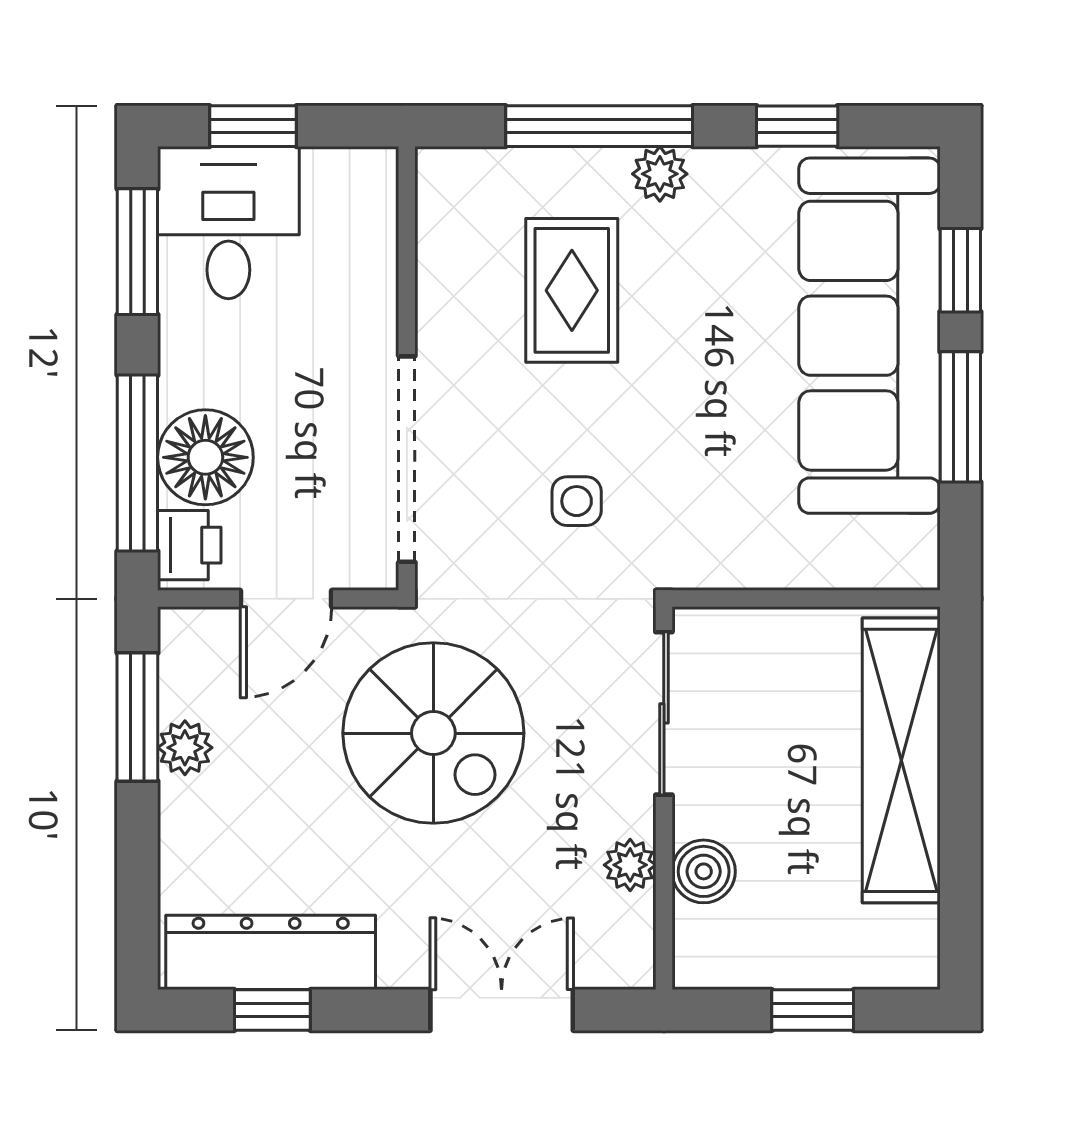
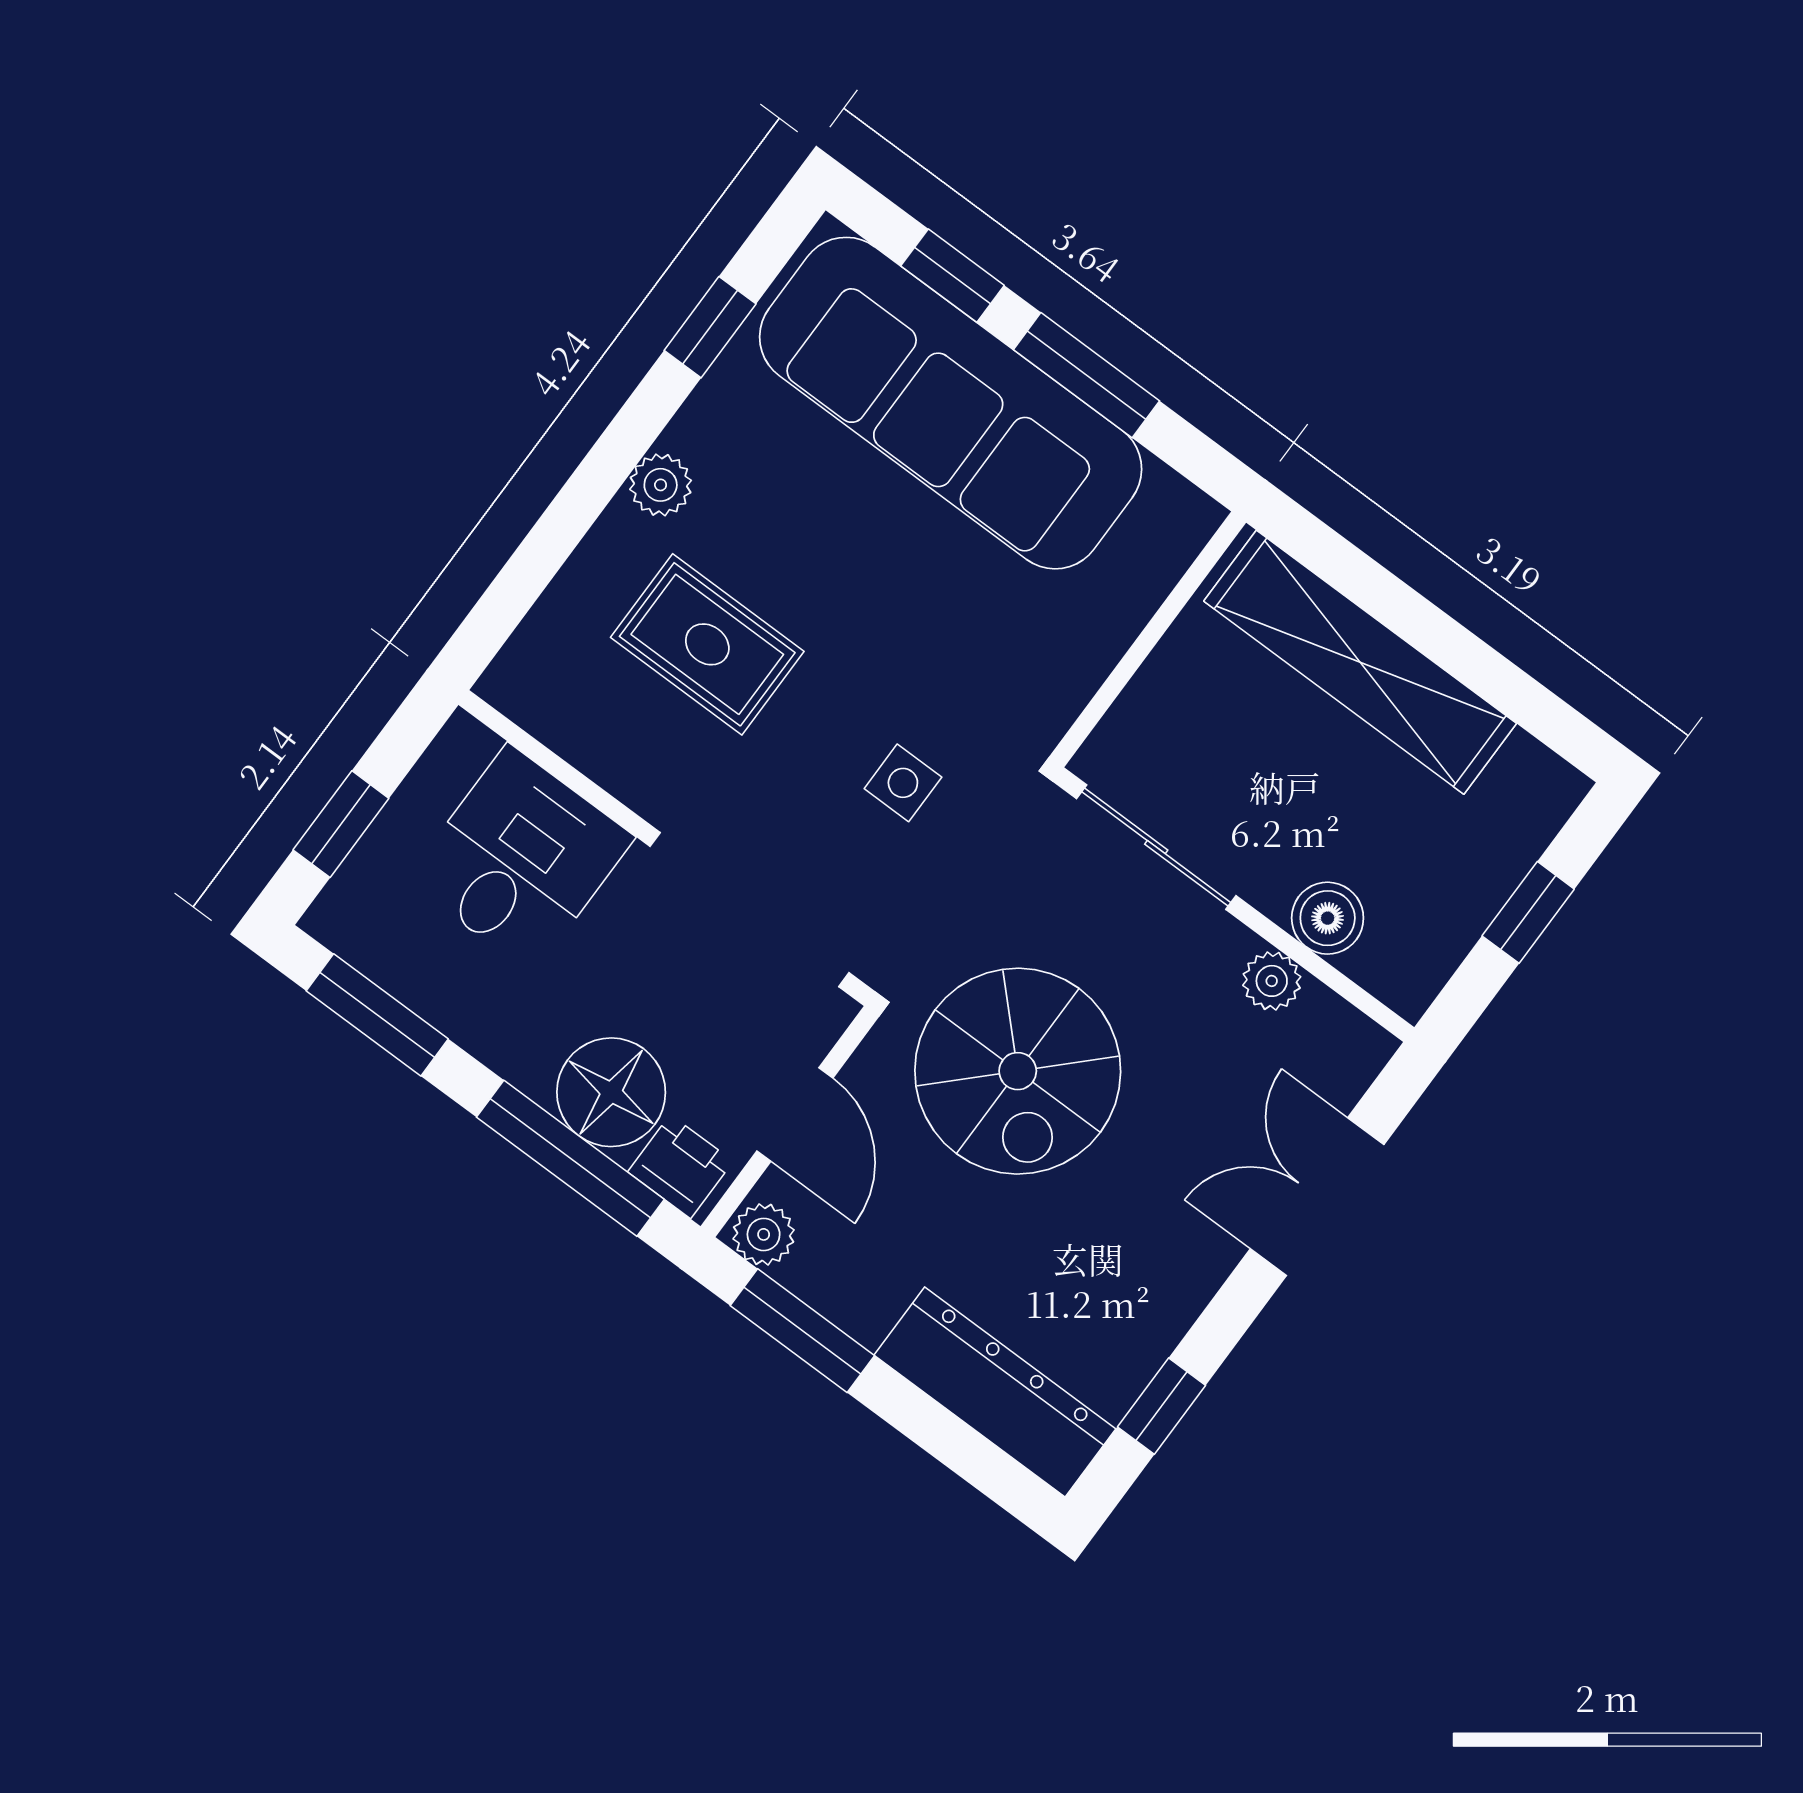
window: (599, 126) -> (576, 508), removed
desk: (228, 223) -> (520, 859), moved, turned 90
spiral stairs: (433, 733) -> (1018, 1071), turned 90
plant: (185, 748) -> (764, 1234), moved
dresser: (271, 952) -> (995, 1392), moved, turned 90

